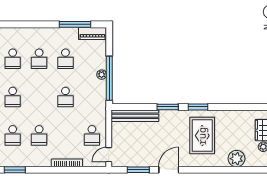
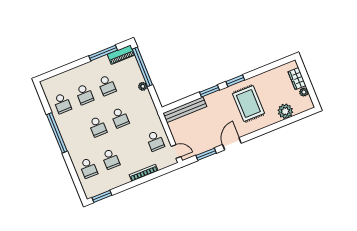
window: (109, 78) -> (142, 67), moved
school desk: (13, 97) -> (98, 127), moved
door: (109, 155) -> (176, 151), swing flipped

